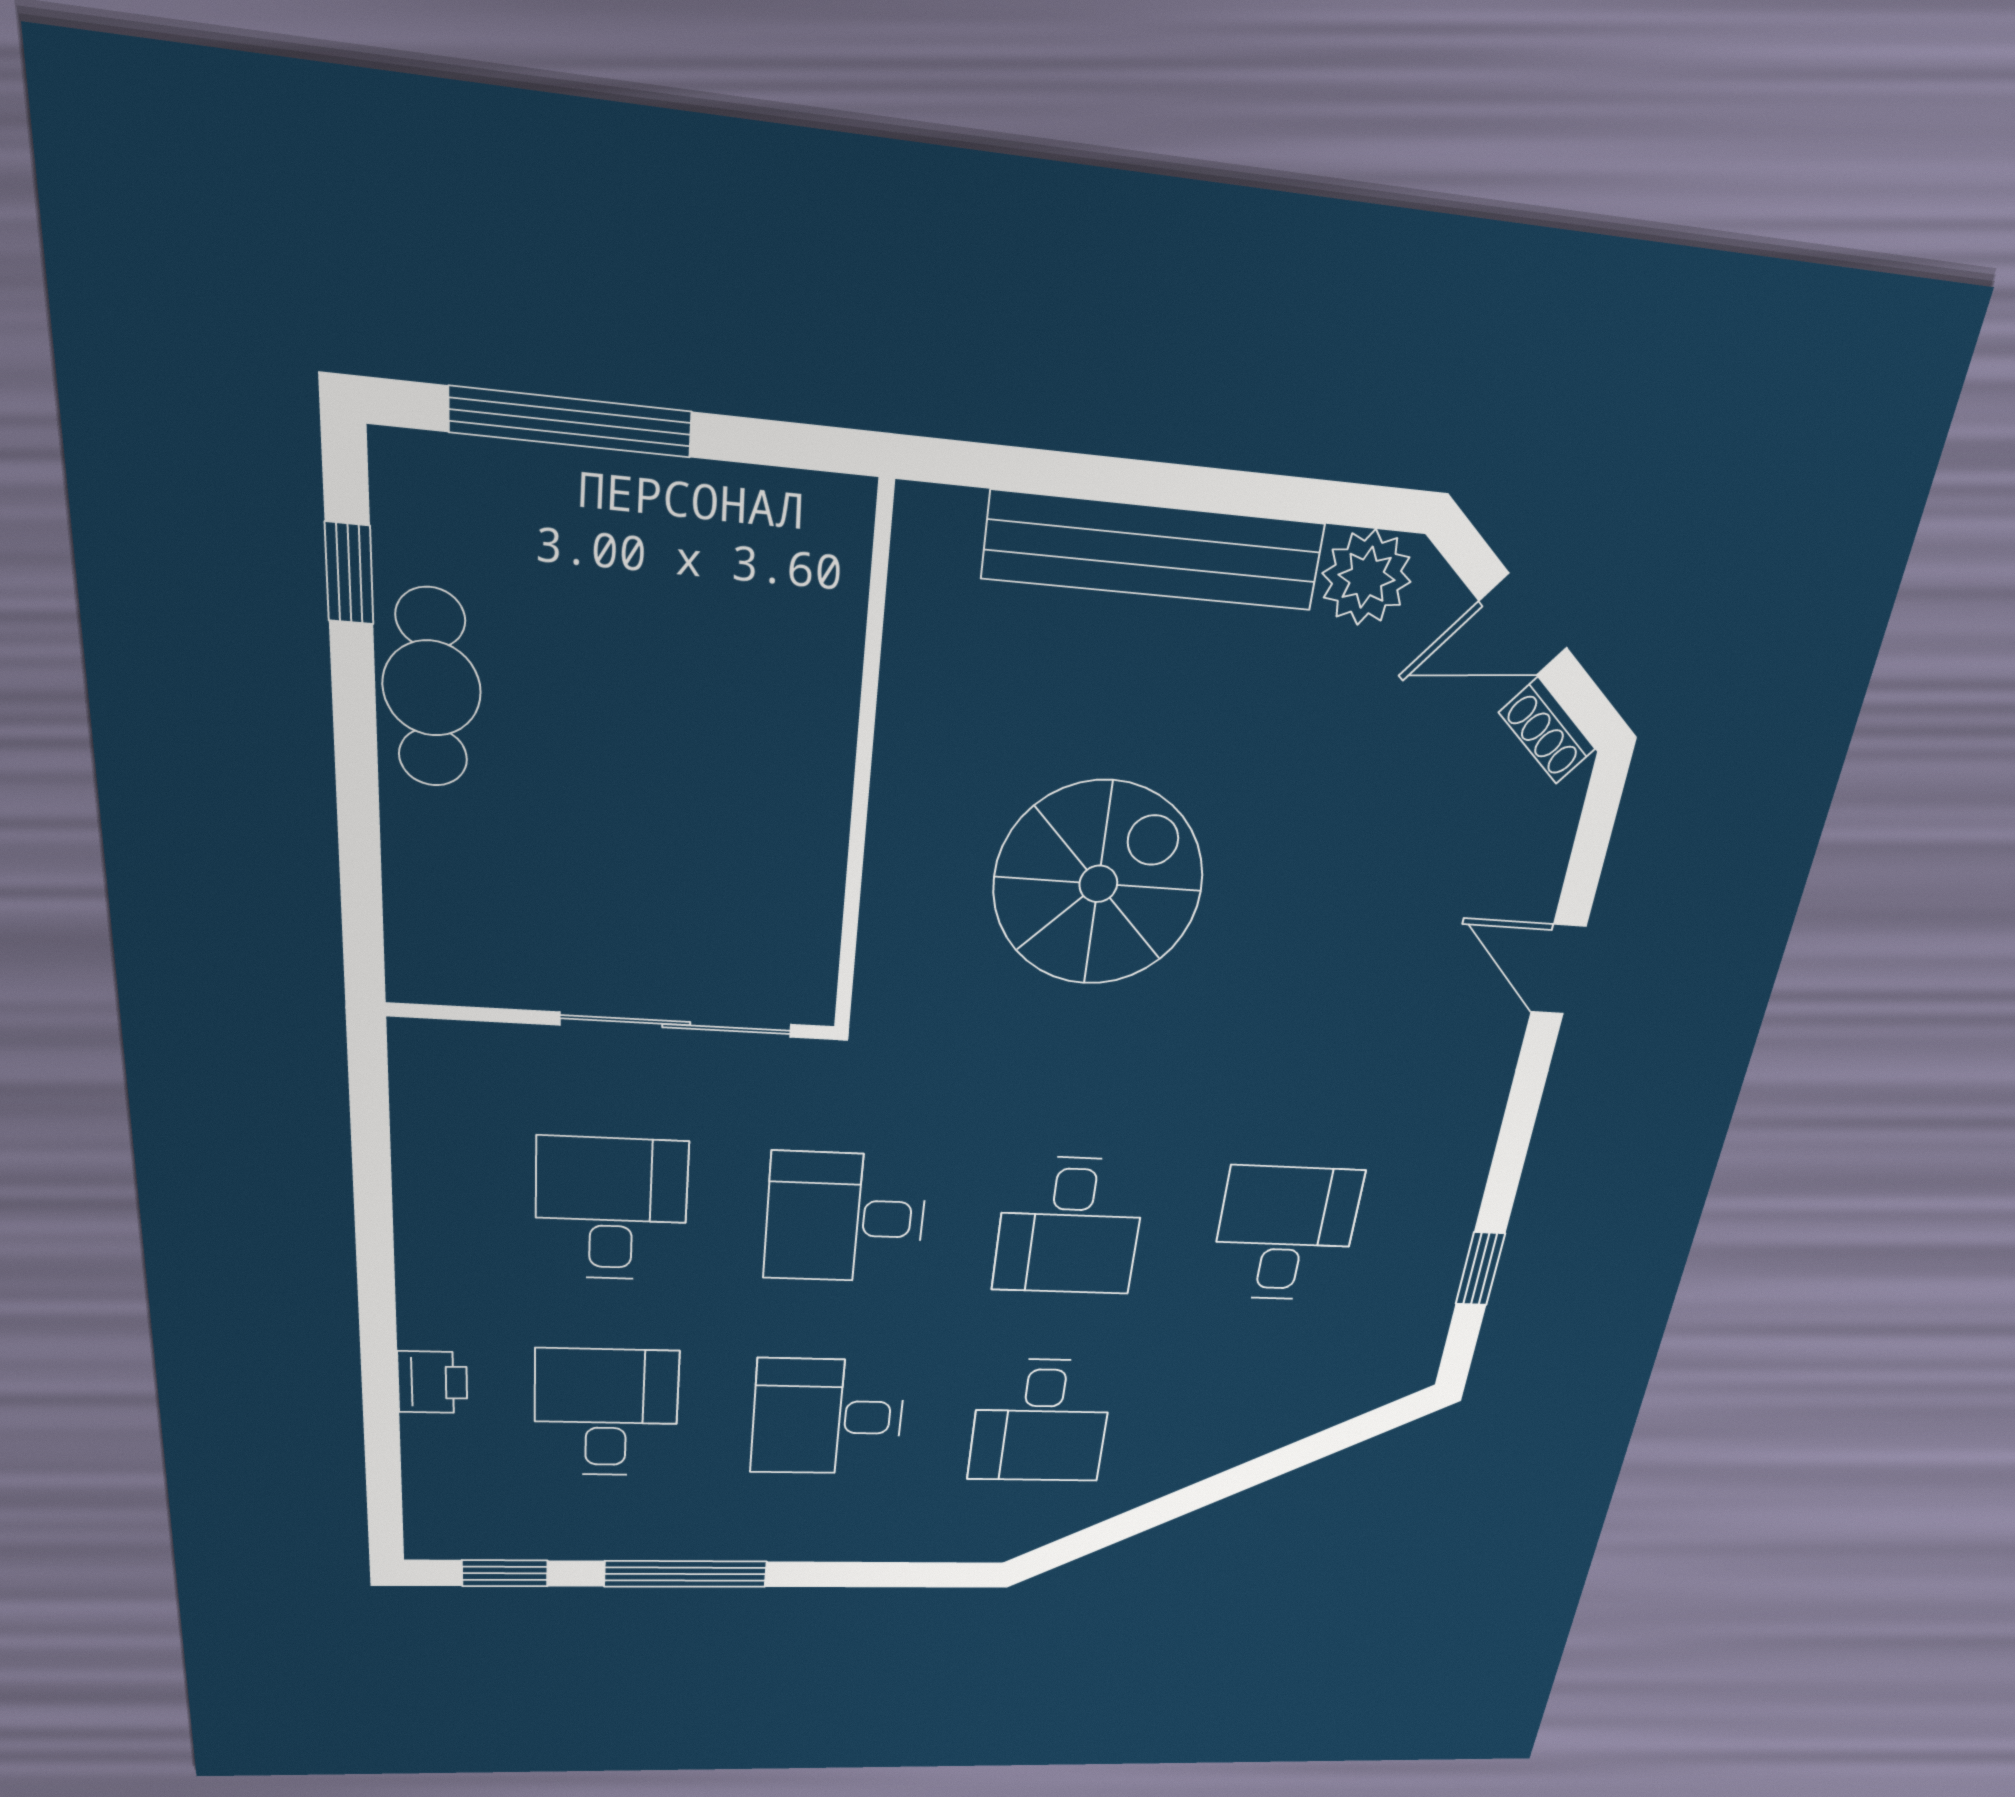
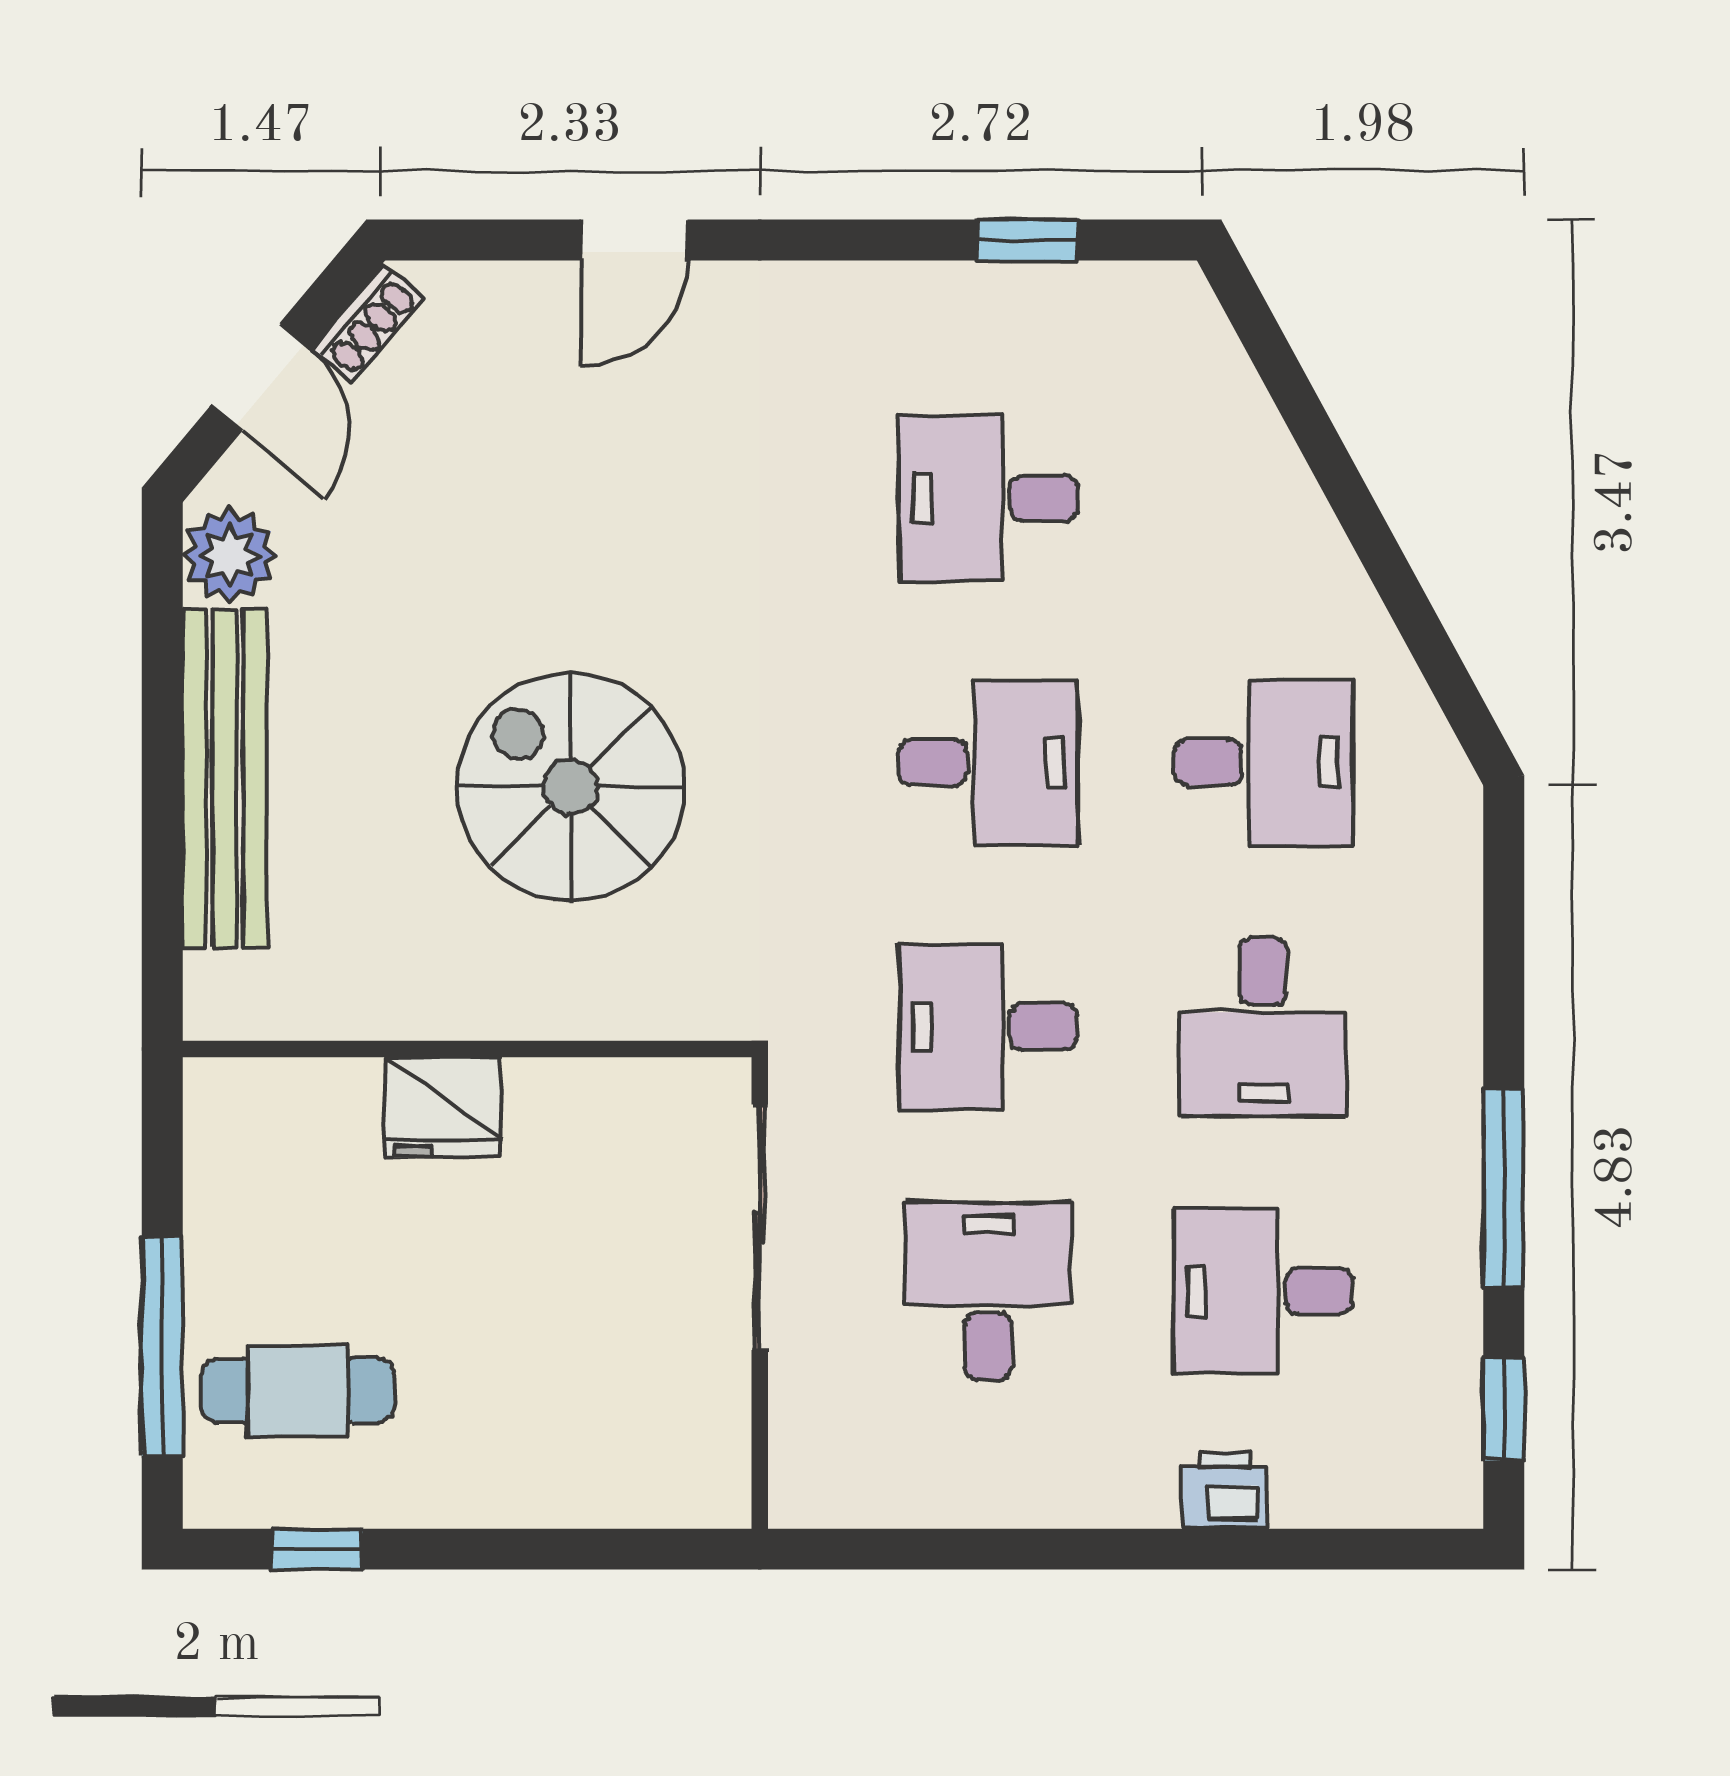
cafe table: (432, 688) -> (297, 1391), moved
fridge: (808, 742) -> (443, 1107), added
desk: (611, 1209) -> (988, 1291), turned 90
desk: (845, 1218) -> (988, 1027), turned 90

